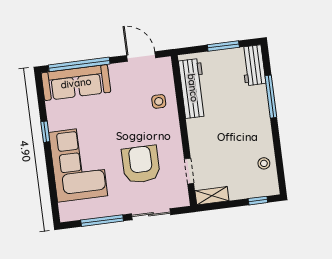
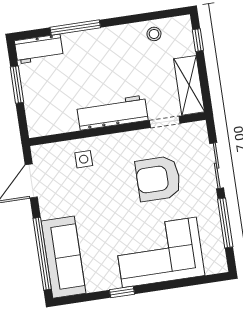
workbench: (193, 88) -> (112, 113), moved
shelving: (212, 196) -> (189, 85), width x1.50, depth x1.33

